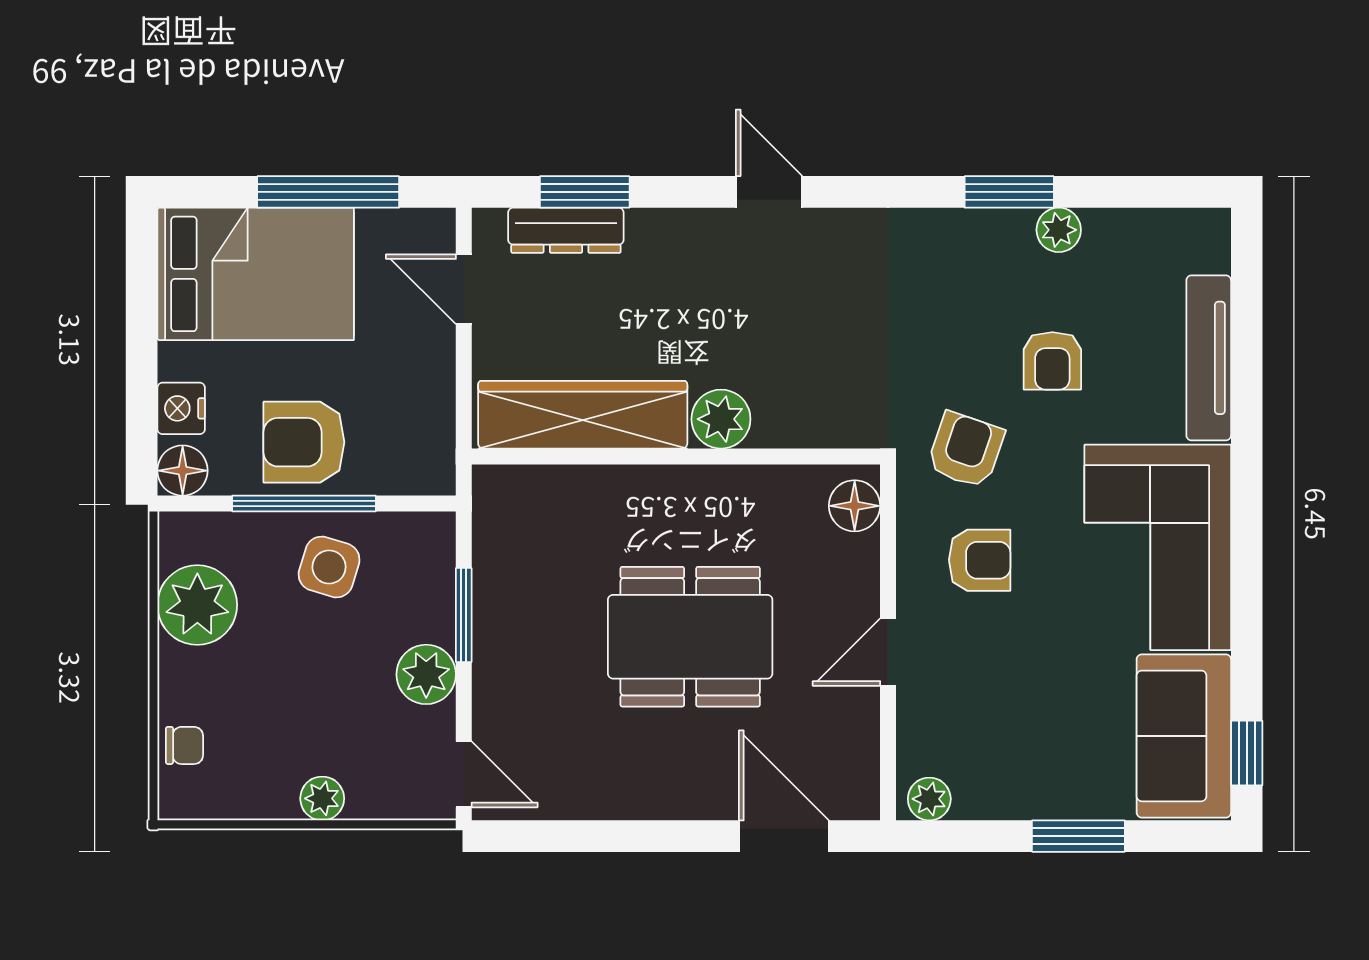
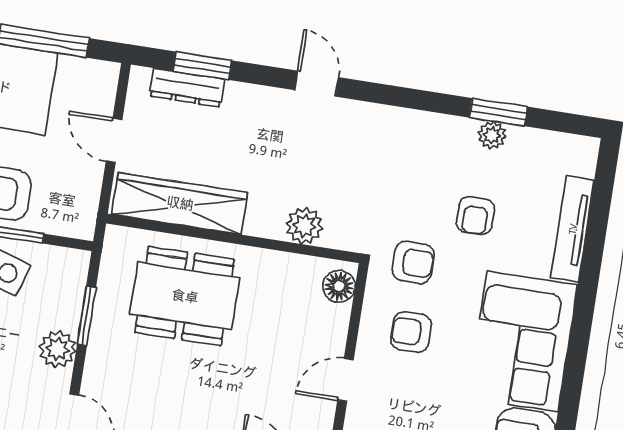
window: (1009, 192) -> (498, 112), moved
door: (464, 289) -> (114, 140), moved
plant: (721, 419) -> (304, 226), moved
armchair: (966, 450) -> (413, 262), turned 71
armchair: (980, 560) -> (411, 332), turned 180
dining table: (690, 637) -> (185, 296), moved

